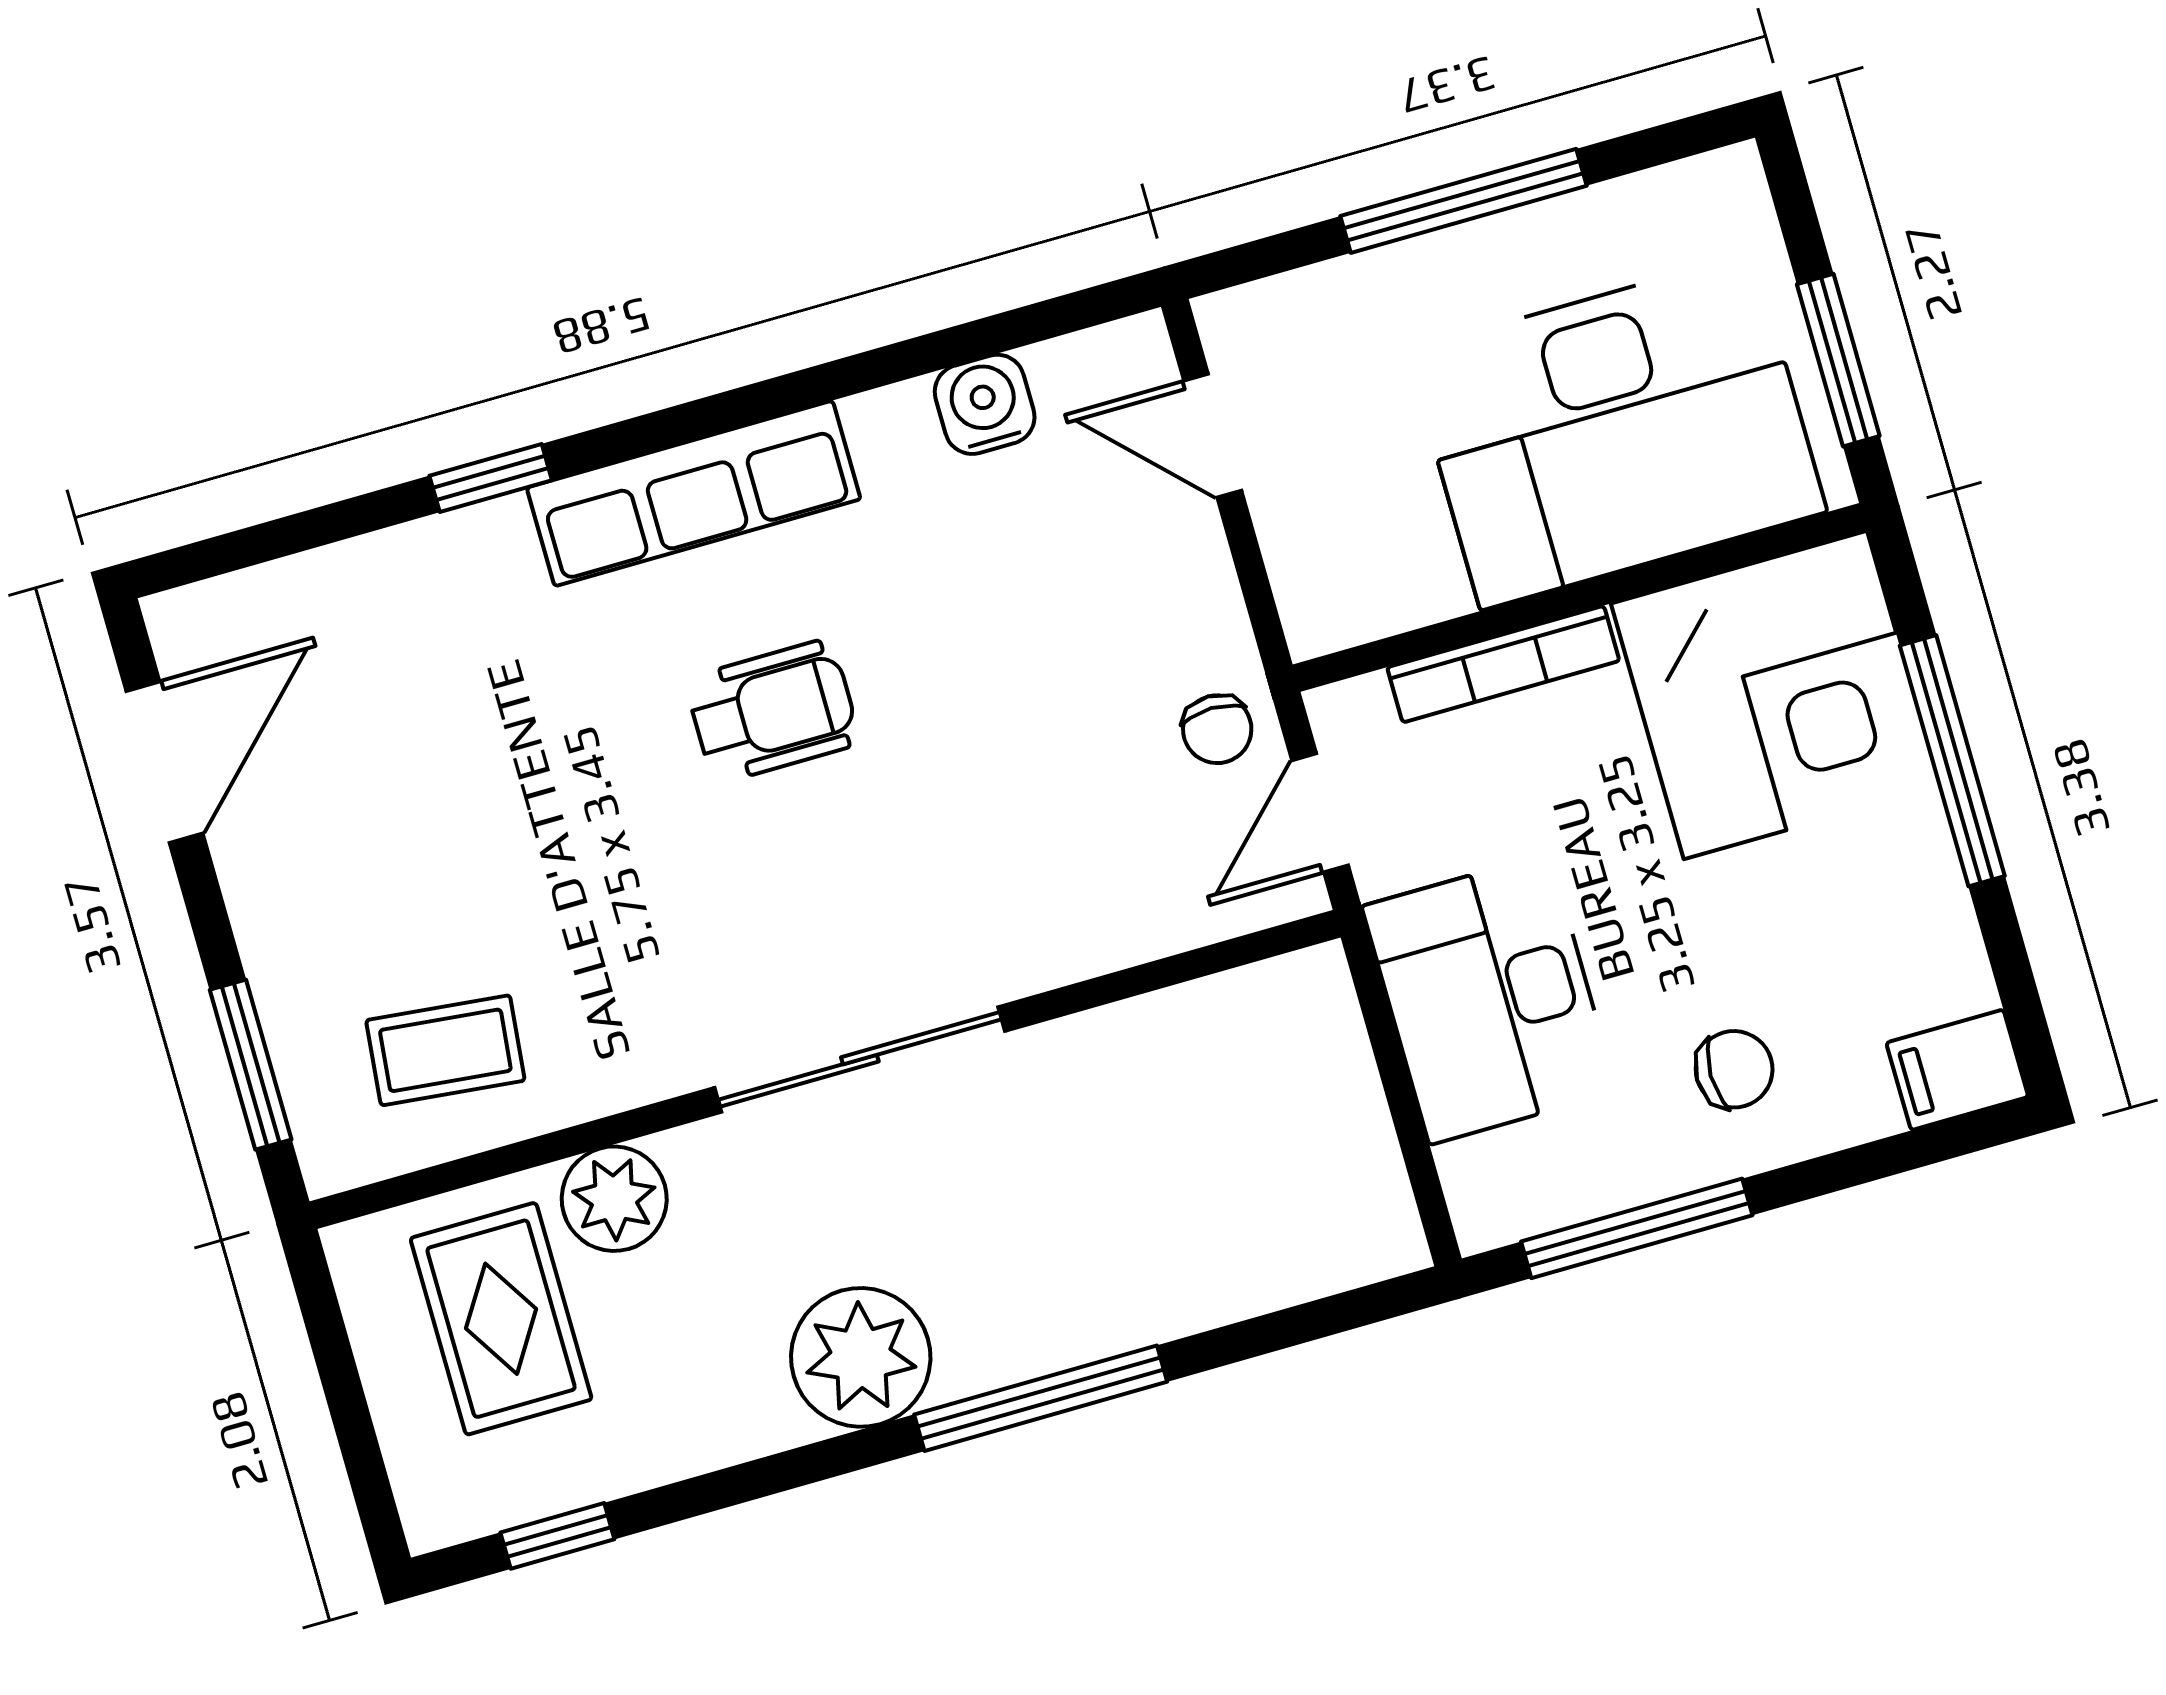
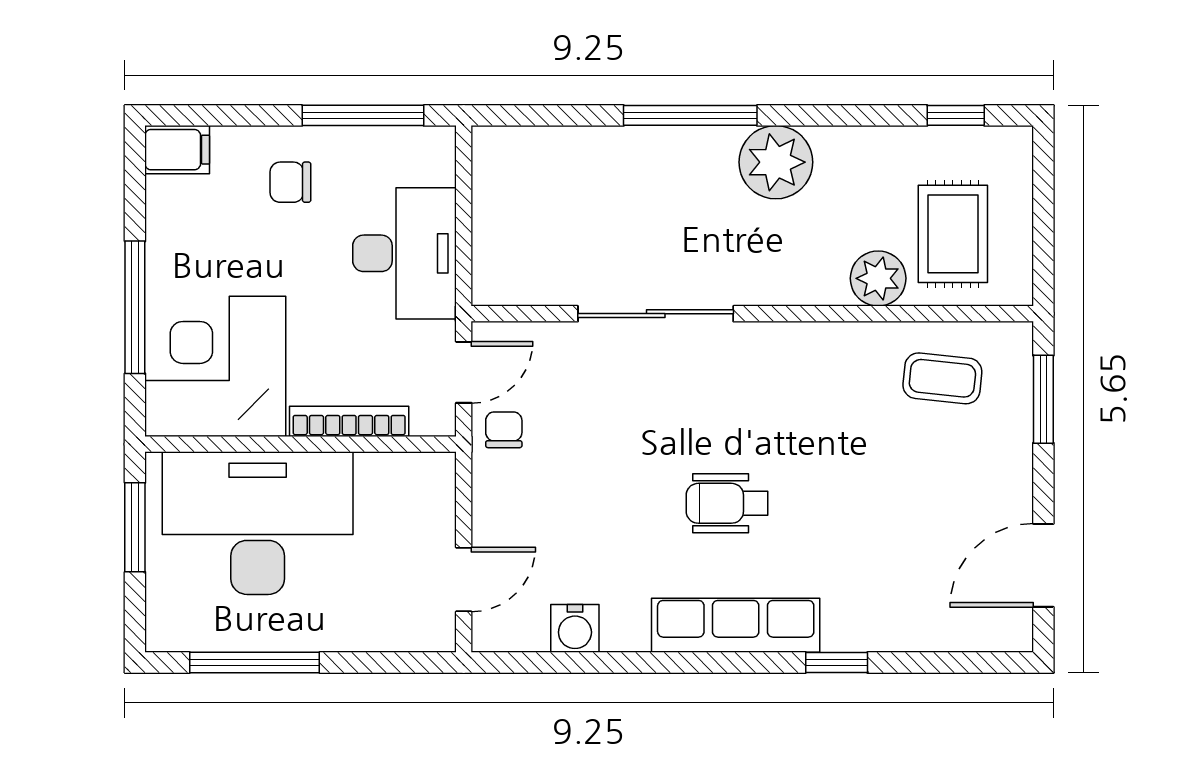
window: (1464, 201) -> (255, 663), moved
door: (1213, 436) -> (464, 579), hinge flipped
sliding door: (860, 1059) -> (656, 314), moved

